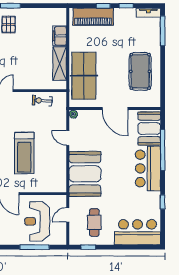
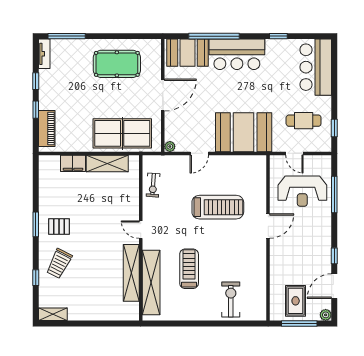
piano: (93, 17) -> (47, 129), width x0.73, depth x0.75

